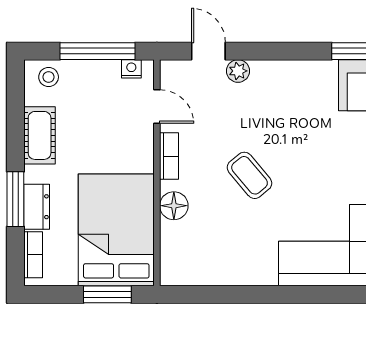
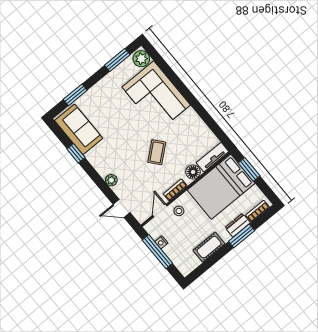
door: (208, 51) -> (122, 208), hinge flipped
nightstand: (131, 69) -> (161, 242), moved
plant: (238, 71) -> (111, 180), moved
stool: (49, 77) -> (179, 211), moved
tv unit: (172, 254) -> (213, 157), added

